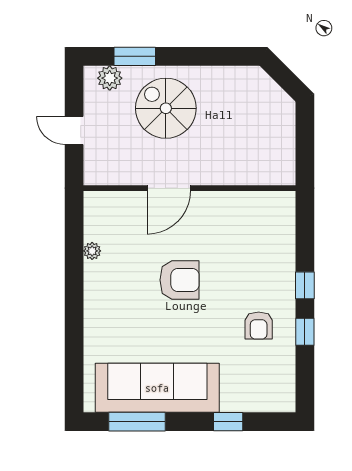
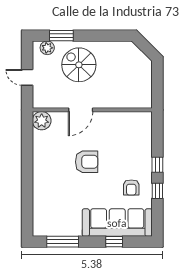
plant: (92, 251) -> (42, 121), moved, width x1.87, depth x1.87
sofa: (157, 388) -> (117, 223), moved

